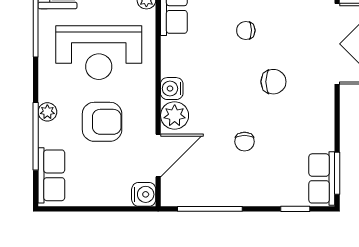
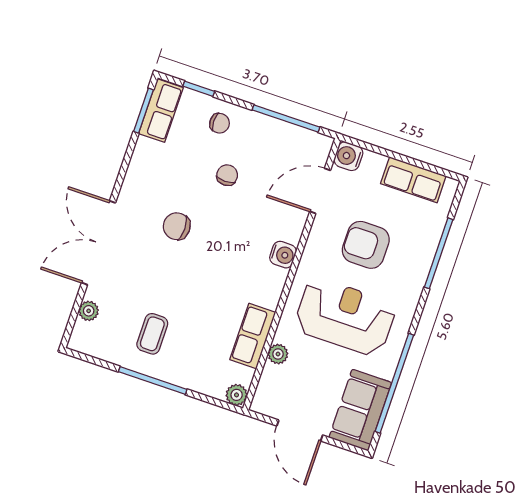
chair: (246, 30) -> (220, 123), moved
plant: (47, 112) -> (418, 274), removed
plant: (175, 115) -> (290, 226), removed
row of seats: (51, 175) -> (413, 180), moved, turned -90

